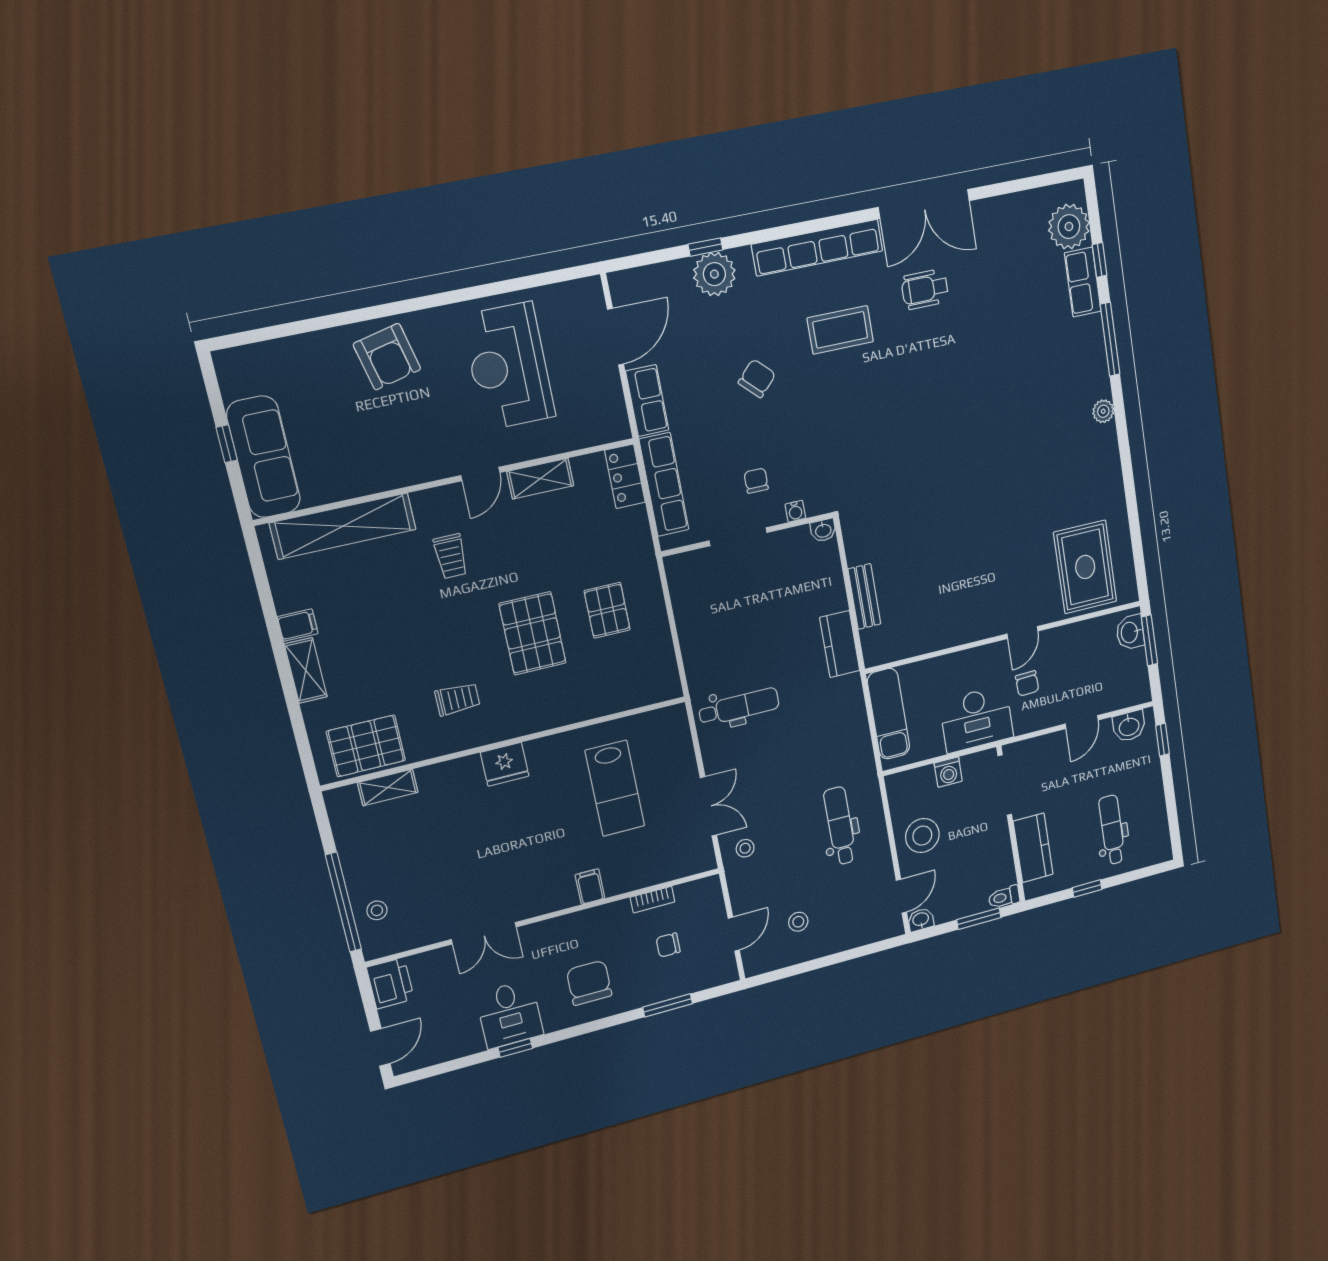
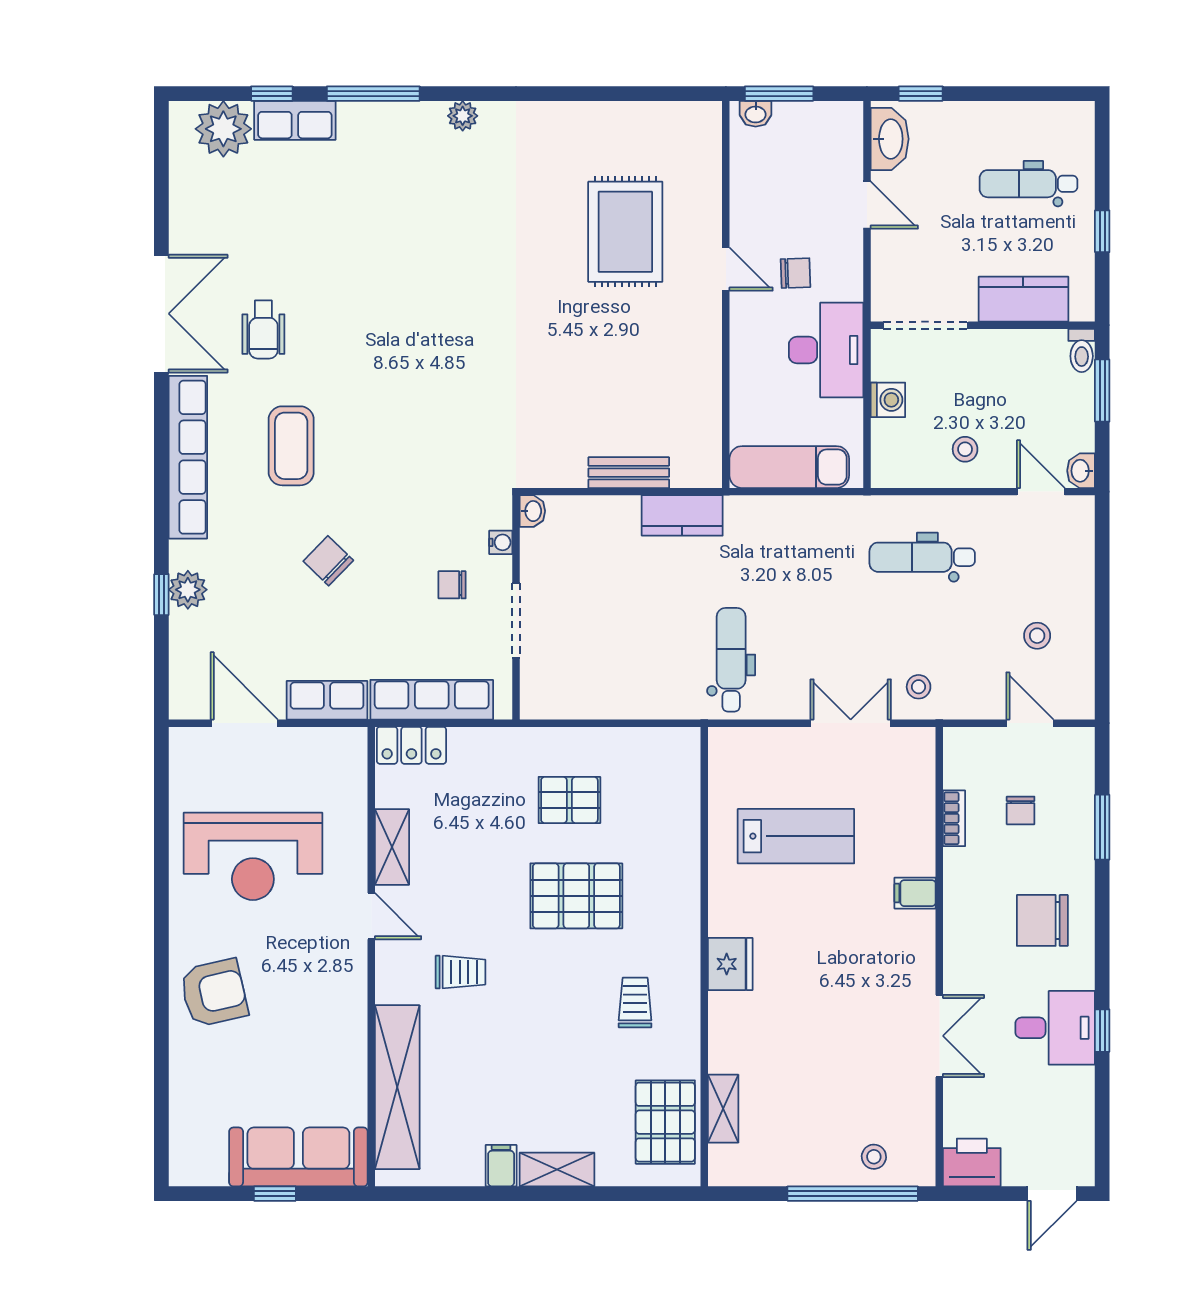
plant: (714, 274) -> (188, 590), width x0.73, depth x0.73
rug: (1085, 567) -> (625, 232), moved, turned 90
washbasin: (1130, 632) -> (756, 114), width x0.72, depth x0.69
washbasin: (1129, 726) -> (890, 139), width x1.38
stool: (922, 836) -> (965, 449), width x0.53, depth x0.53
door: (380, 1047) -> (1052, 1194), swing flipped

